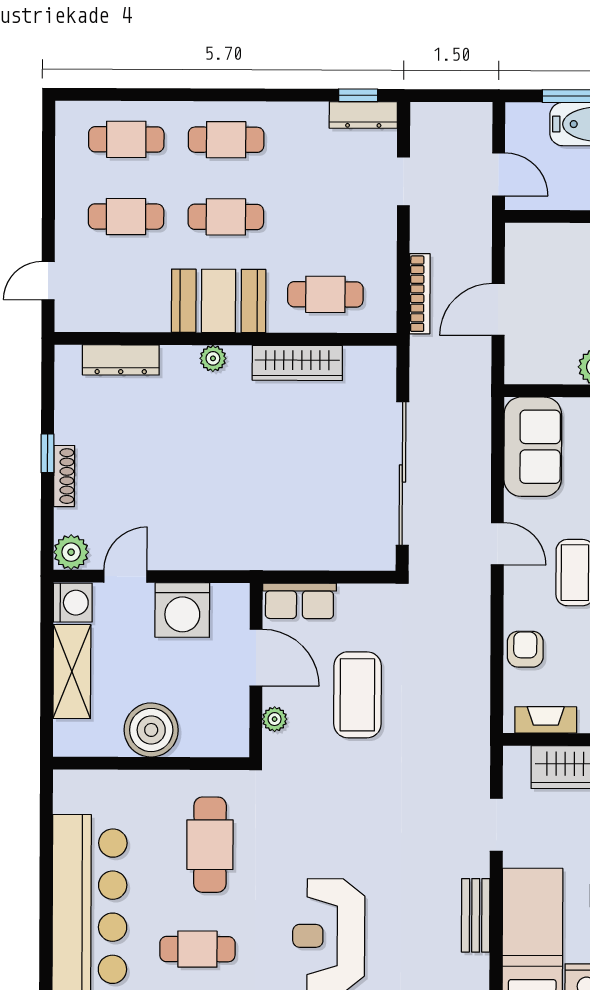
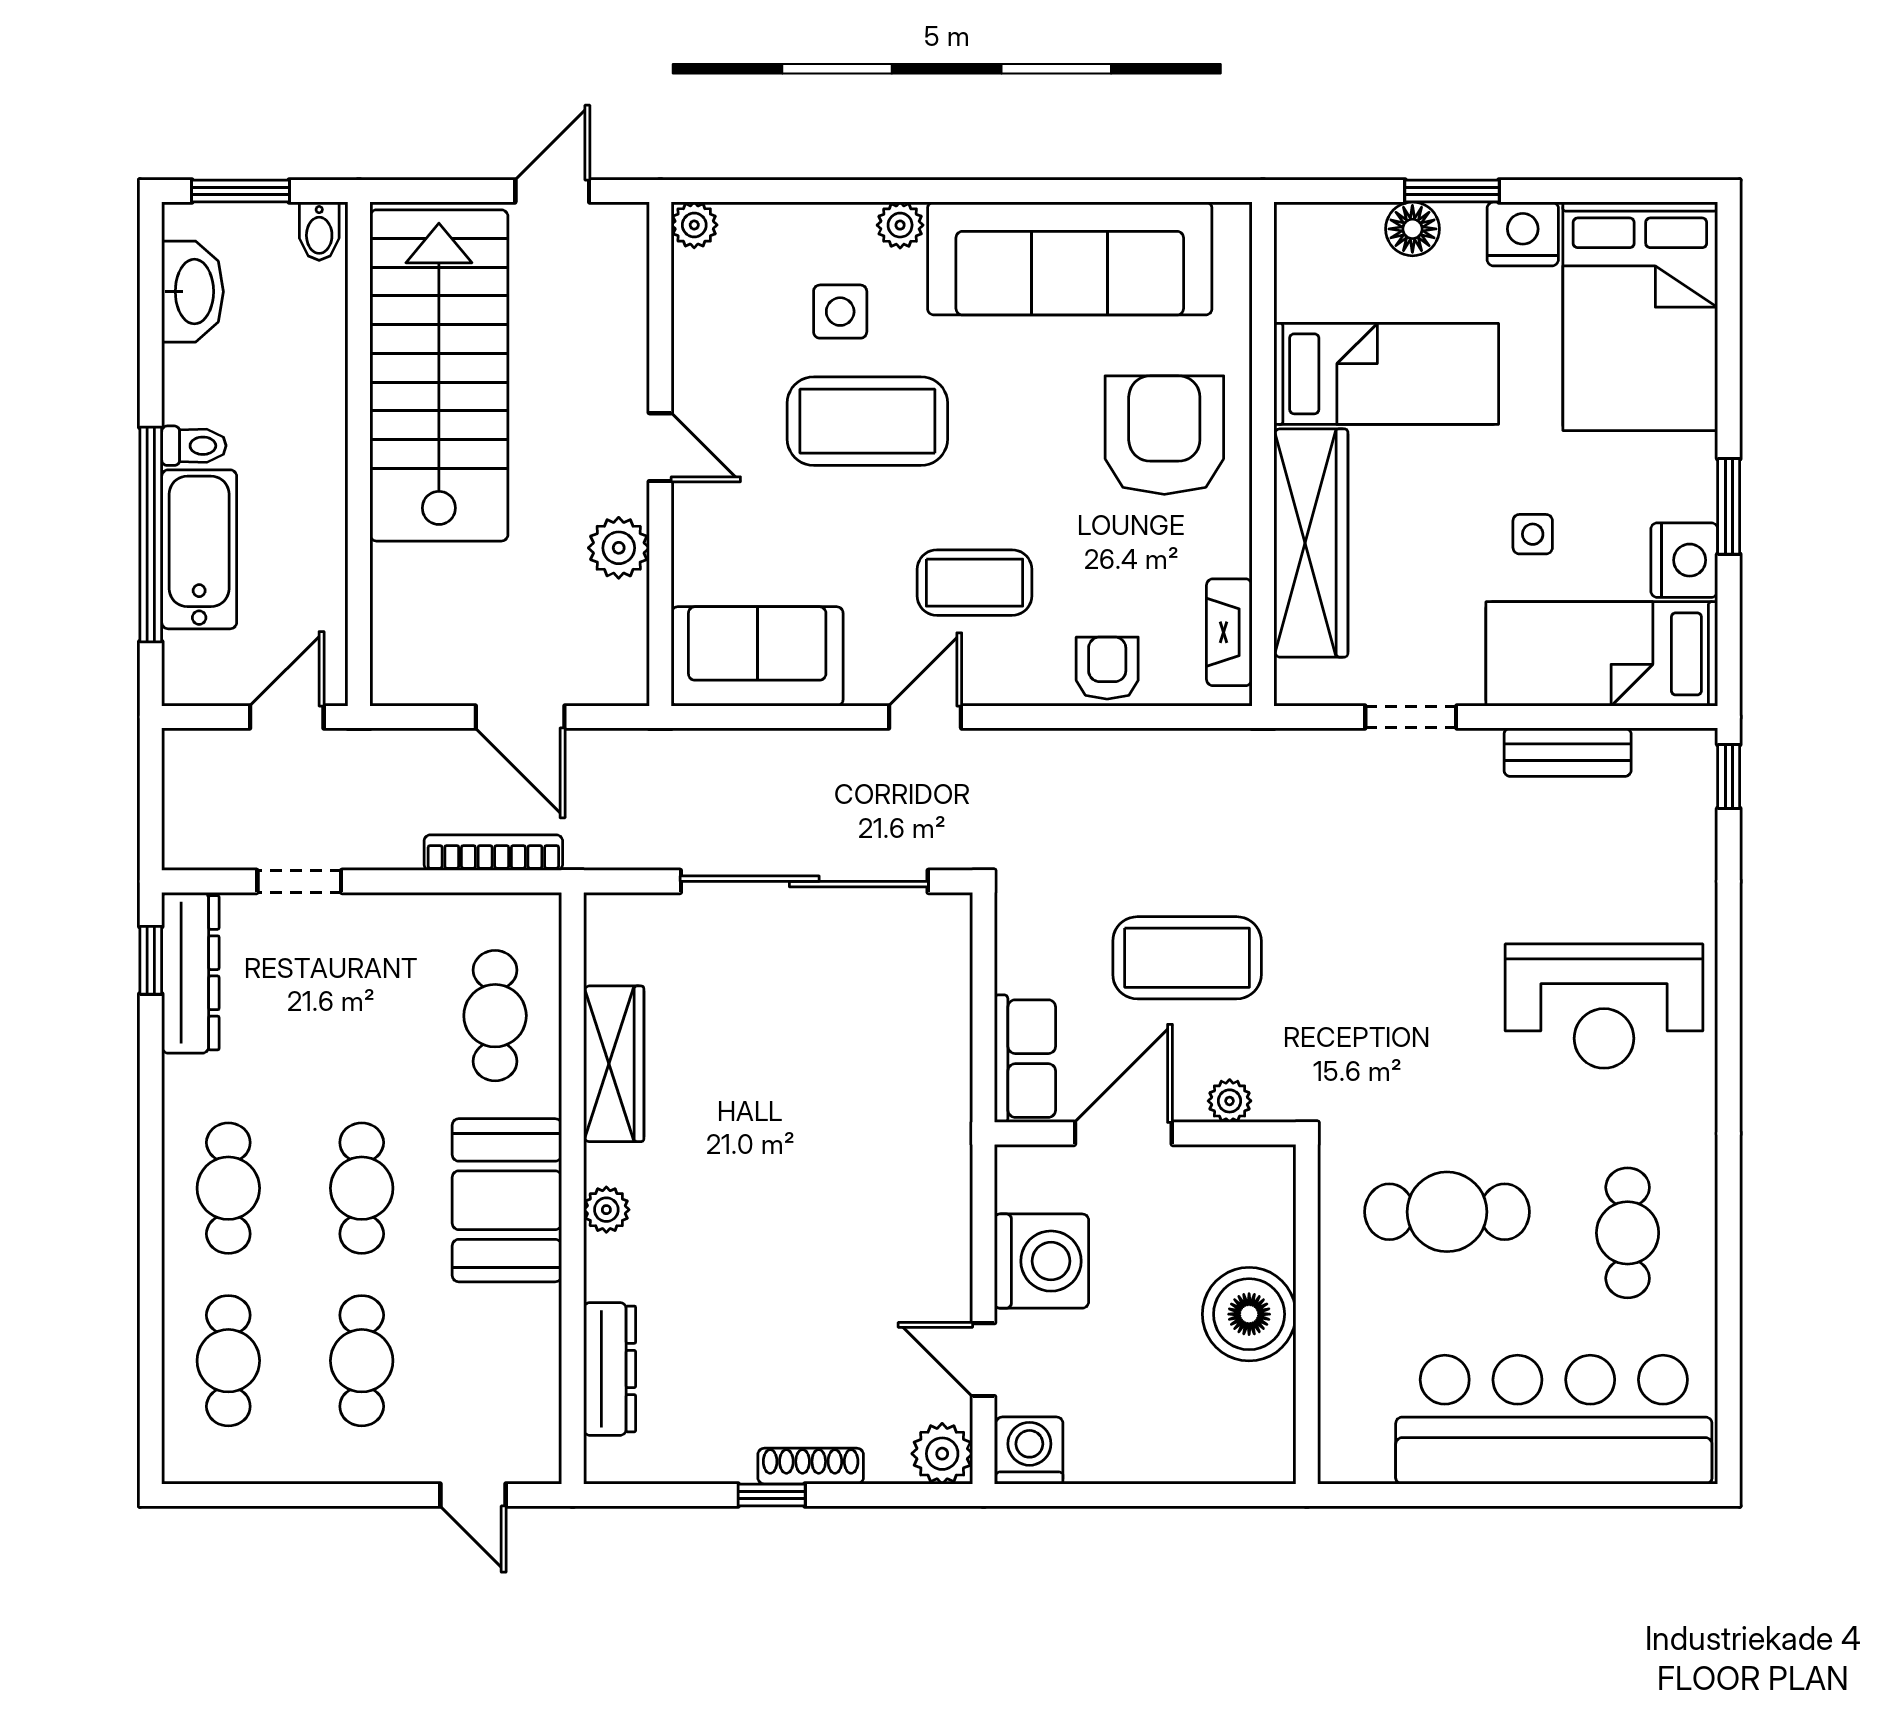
dresser: (363, 115) -> (190, 973), width x1.37, depth x1.24
armchair: (525, 649) -> (1107, 668), turned 90
shelving: (72, 672) -> (1148, 1452), removed

